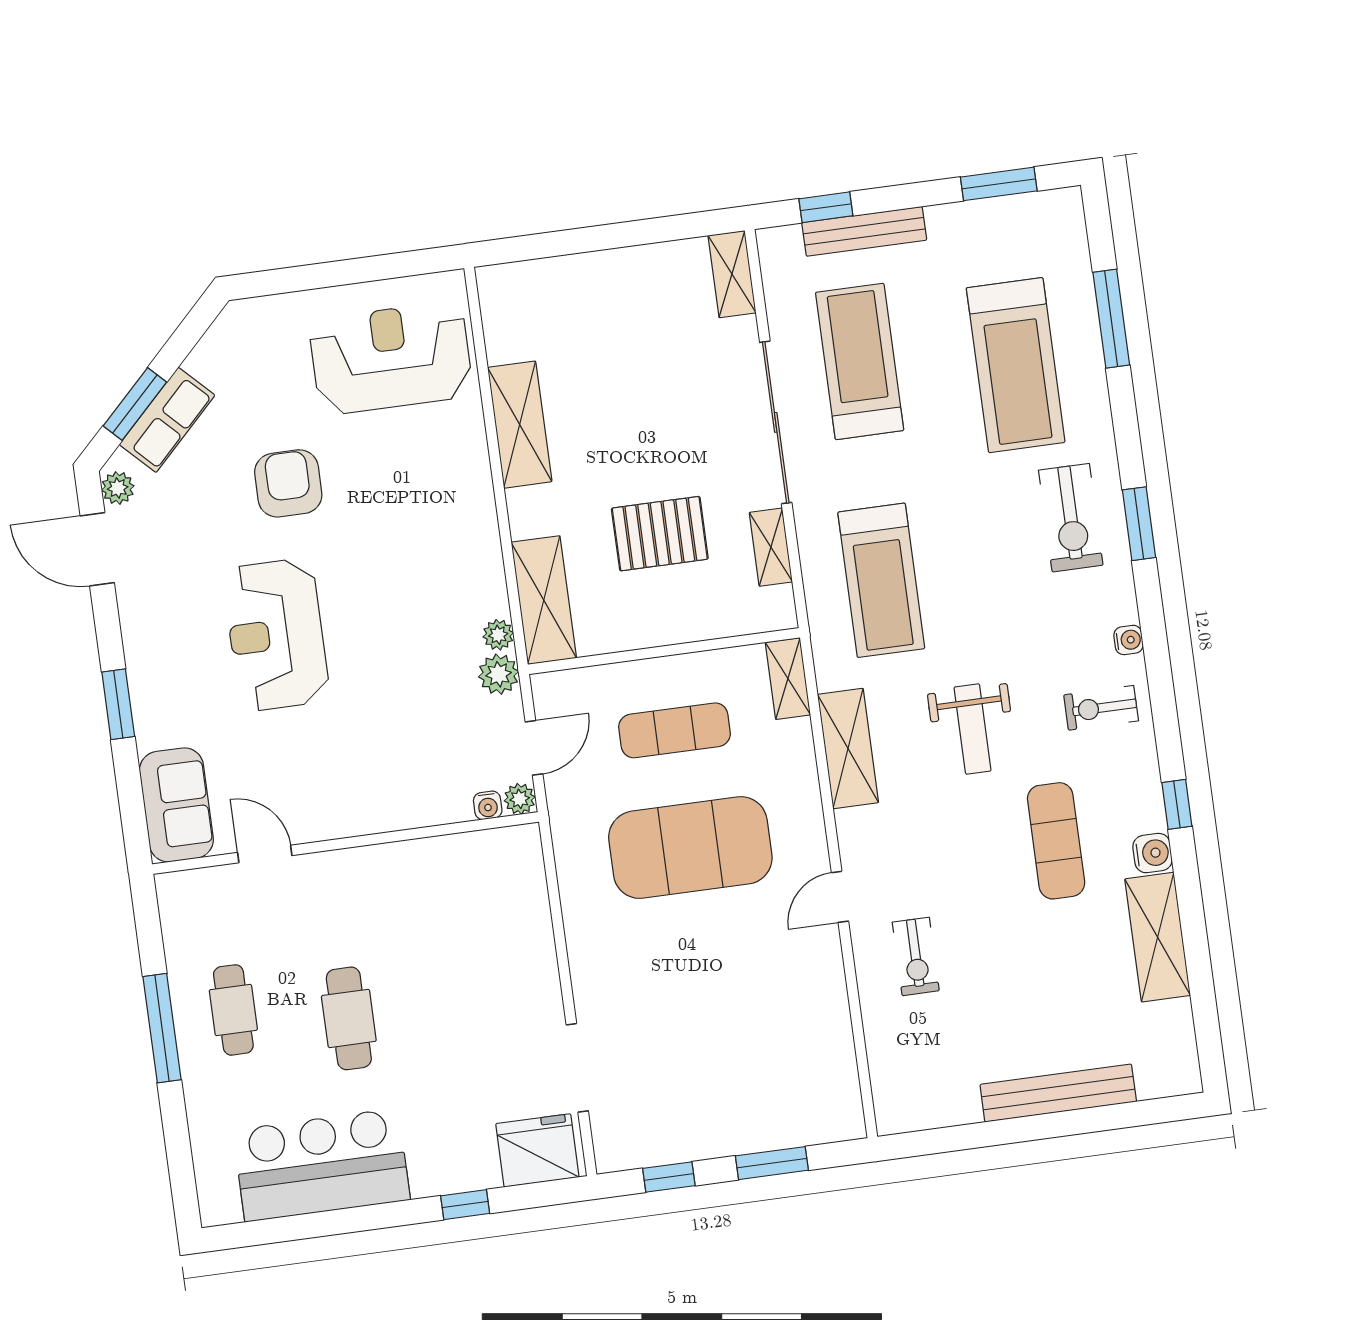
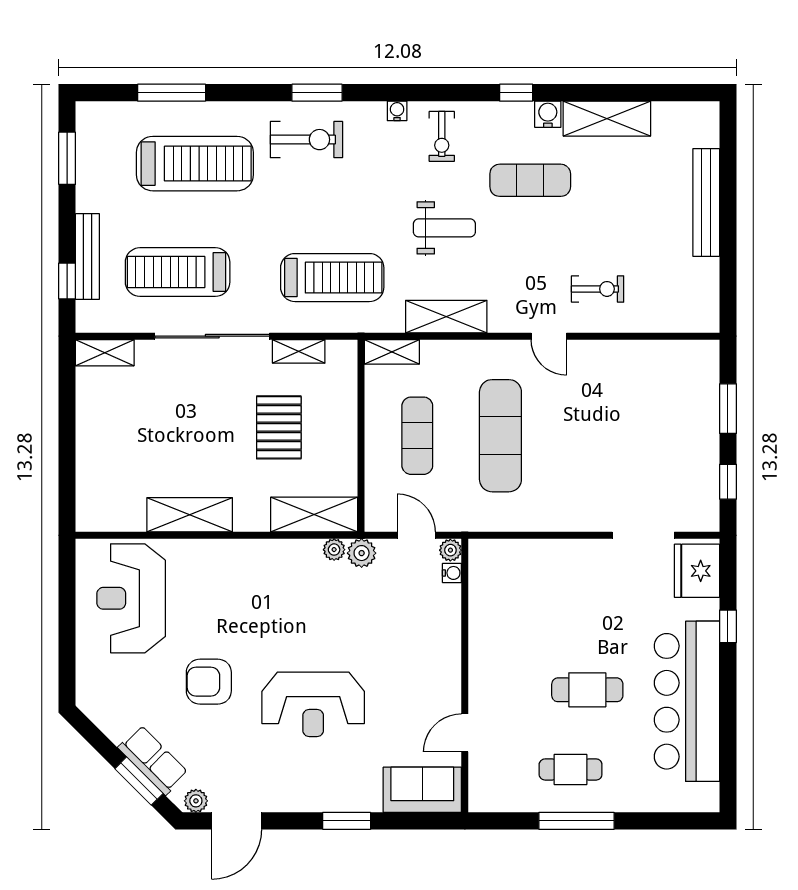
exercise mat: (690, 848) -> (500, 436), width x0.68
bar counter: (322, 1165) -> (687, 701), width x1.36

